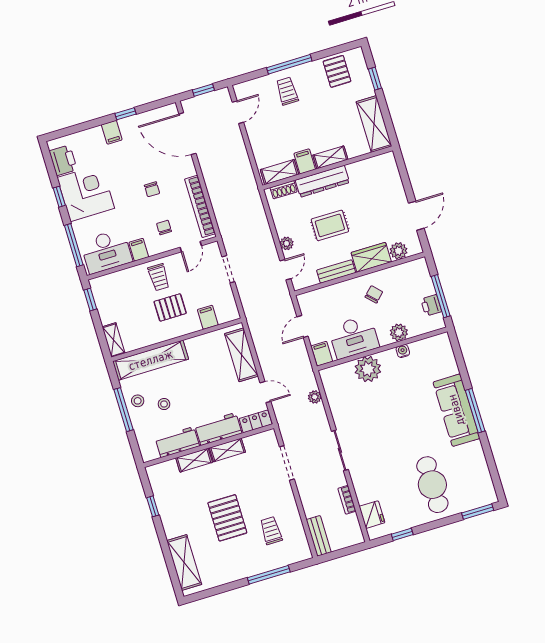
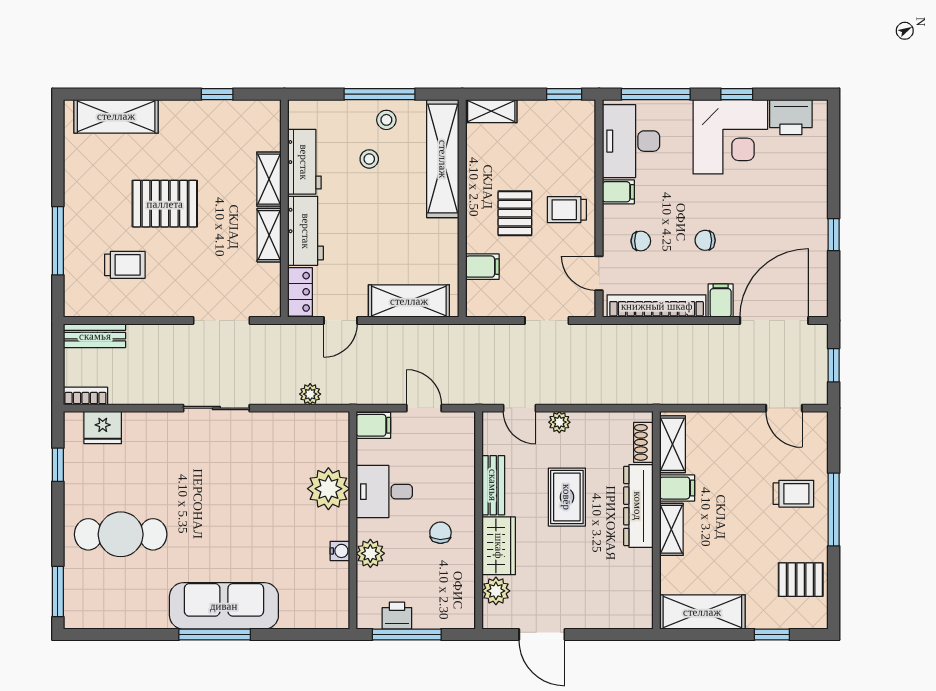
filing cabinet: (112, 132) -> (721, 301), moved, turned 90
chair: (374, 294) -> (440, 533), turned -133
desk: (354, 337) -> (384, 492), width x0.73
bookcase: (347, 500) -> (85, 396), moved

